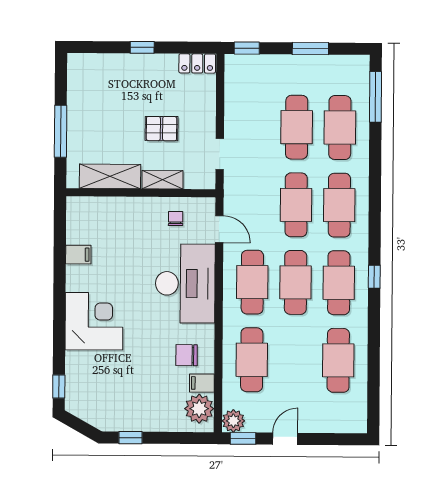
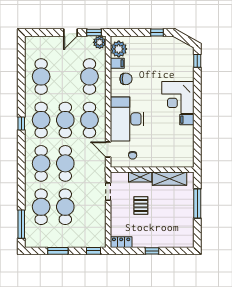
pallet: (161, 129) -> (141, 206), turned 90
filing cabinet: (78, 255) -> (187, 120), moved

